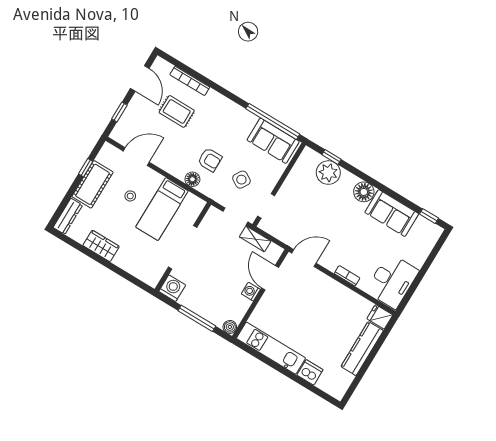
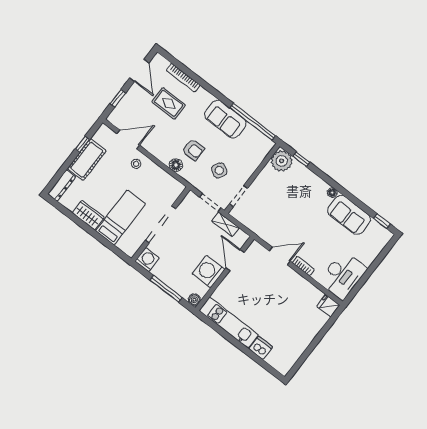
sofa: (273, 141) -> (225, 119), moved
plant: (328, 173) -> (282, 161), moved
floor lamp: (364, 192) -> (332, 193), width x0.53, depth x0.53
stool: (130, 196) -> (136, 164), moved
bed: (162, 209) -> (121, 217), moved, turned 180
door: (304, 258) -> (280, 256), moved
washing machine: (251, 292) -> (209, 271), width x1.89, depth x1.89
kitchen counter: (362, 349) -> (309, 332), removed

